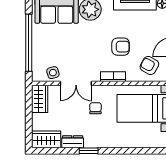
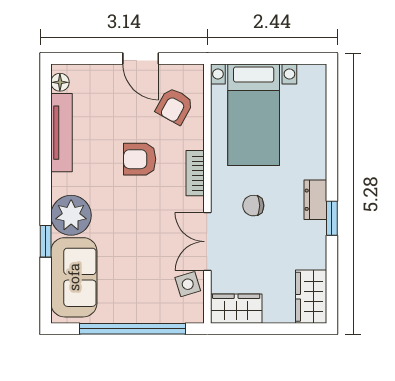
armchair: (121, 47) -> (140, 159), turned -90
double door: (76, 83) -> (207, 242), swing flipped
dresser: (73, 142) -> (315, 200), moved

